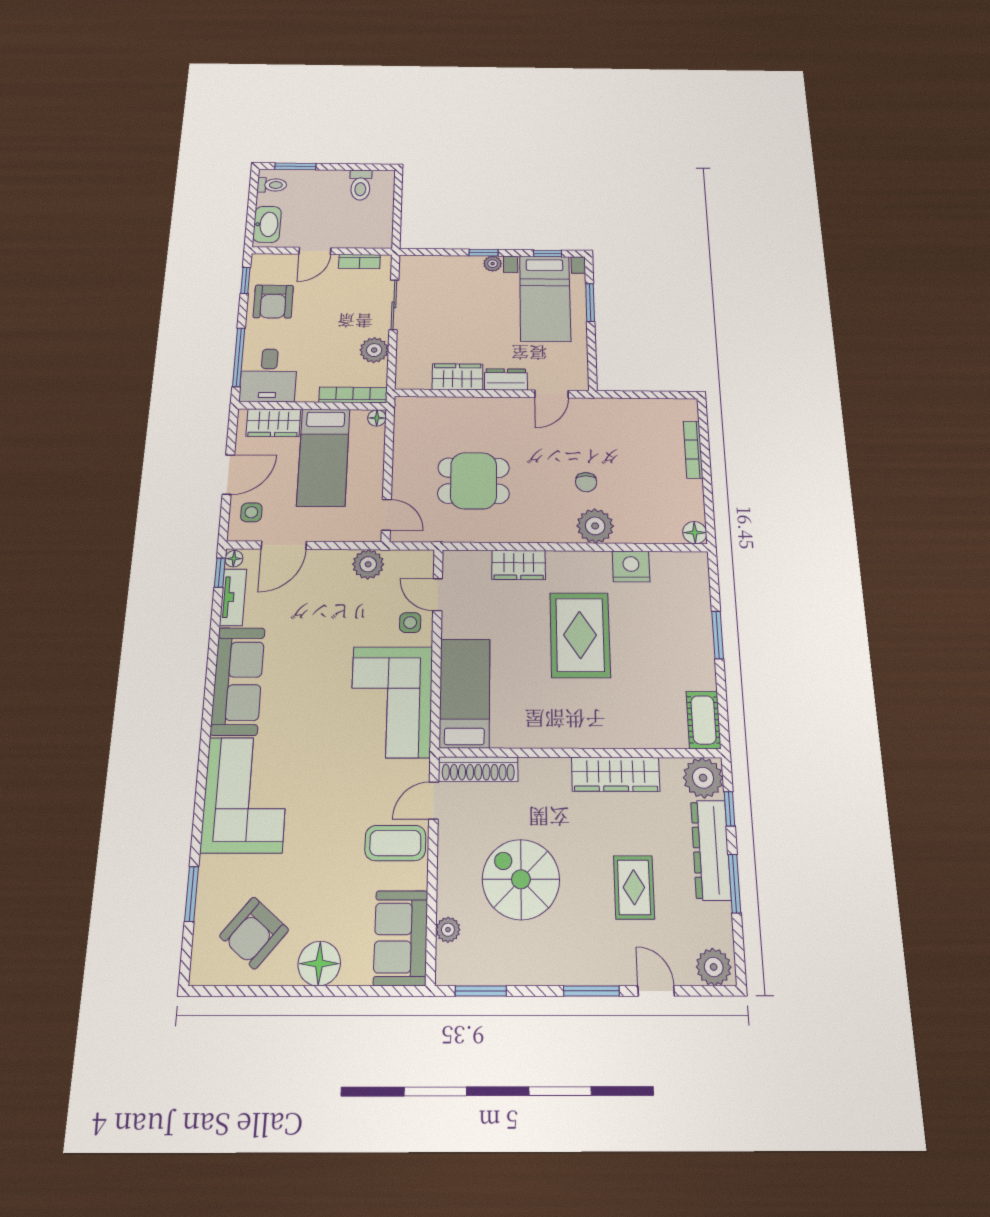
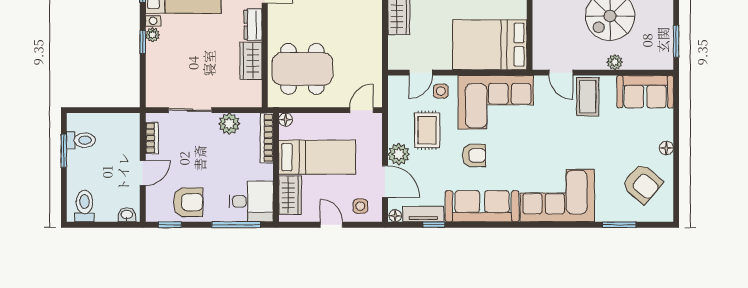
window: (295, 166) -> (64, 151), moved
toilet: (272, 185) -> (84, 206), width x1.37, depth x1.39
washbasin: (267, 224) -> (127, 215), width x0.52, depth x0.69
door: (315, 251) -> (143, 173), hinge flipped
door: (228, 474) -> (331, 225), width x0.73
dining table: (474, 481) -> (302, 69), moved, width x1.38
plant: (368, 564) -> (399, 154), moved
window: (220, 573) -> (434, 225), moved
rug: (354, 603) -> (427, 130), added
armchair: (314, 669) -> (474, 155), added
bed: (465, 693) -> (490, 45), width x1.50
shoe rack: (478, 769) -> (540, 44), removed
plant: (448, 930) -> (615, 62), moved
floor lamp: (319, 964) -> (666, 148), width x0.53, depth x0.53

